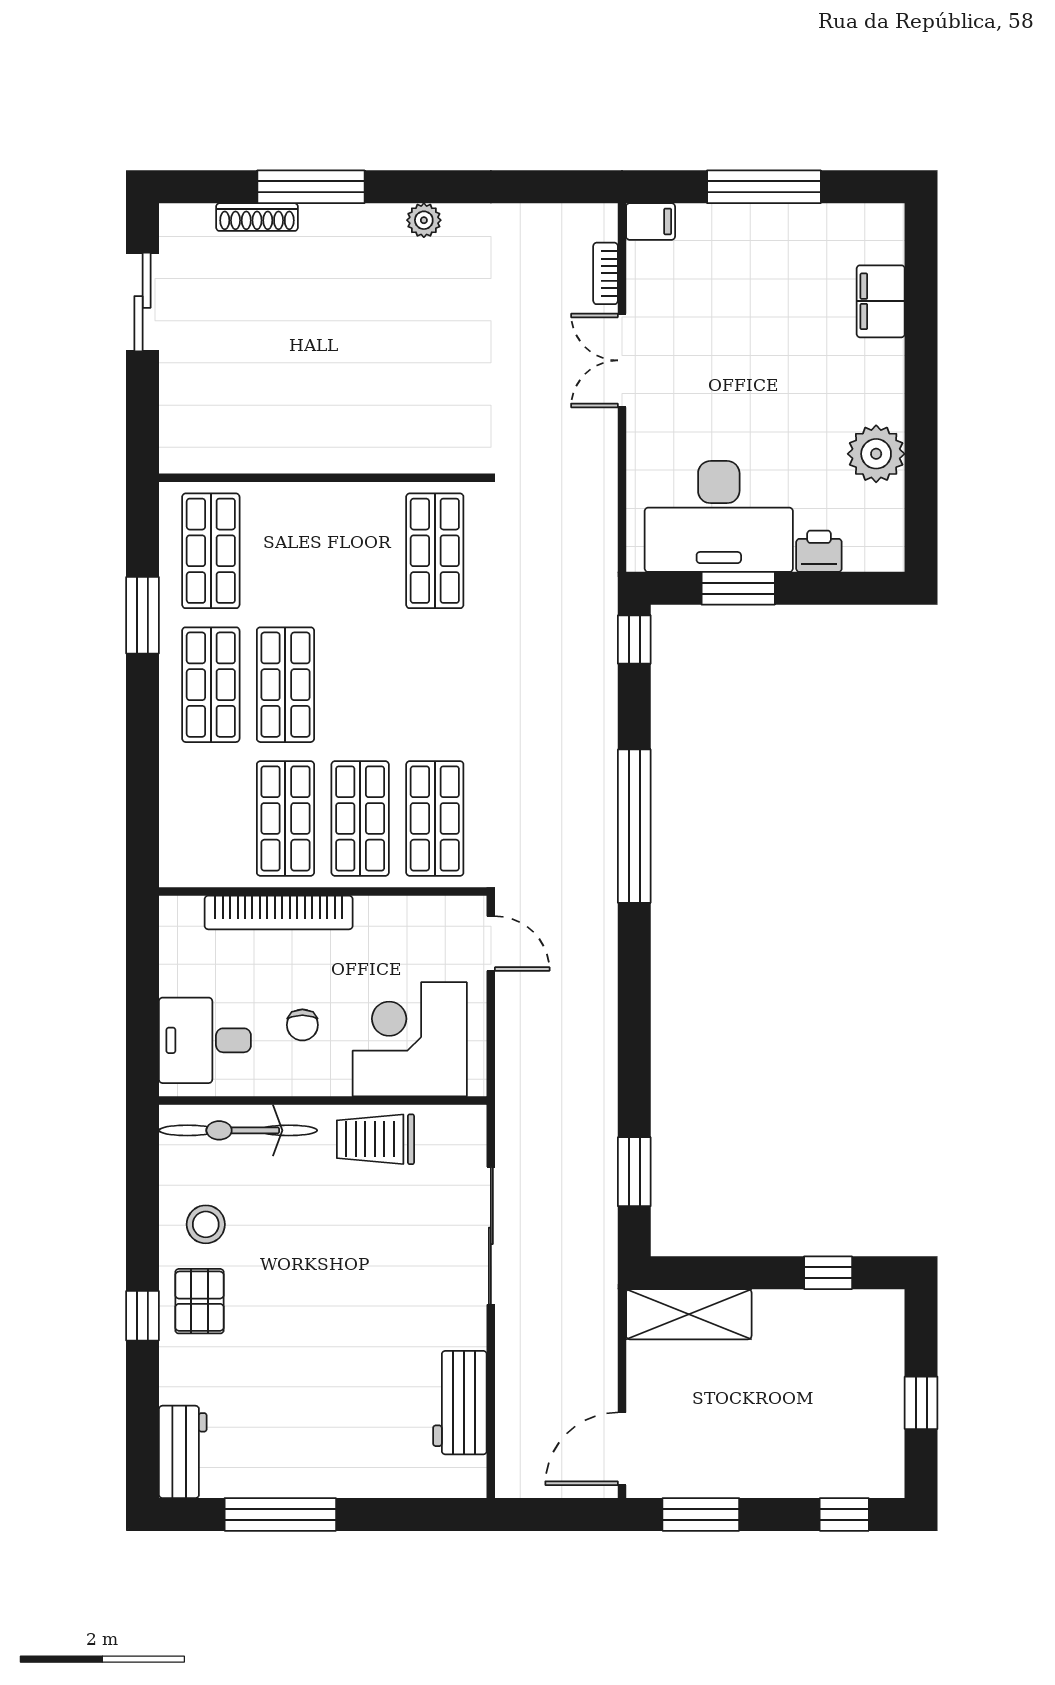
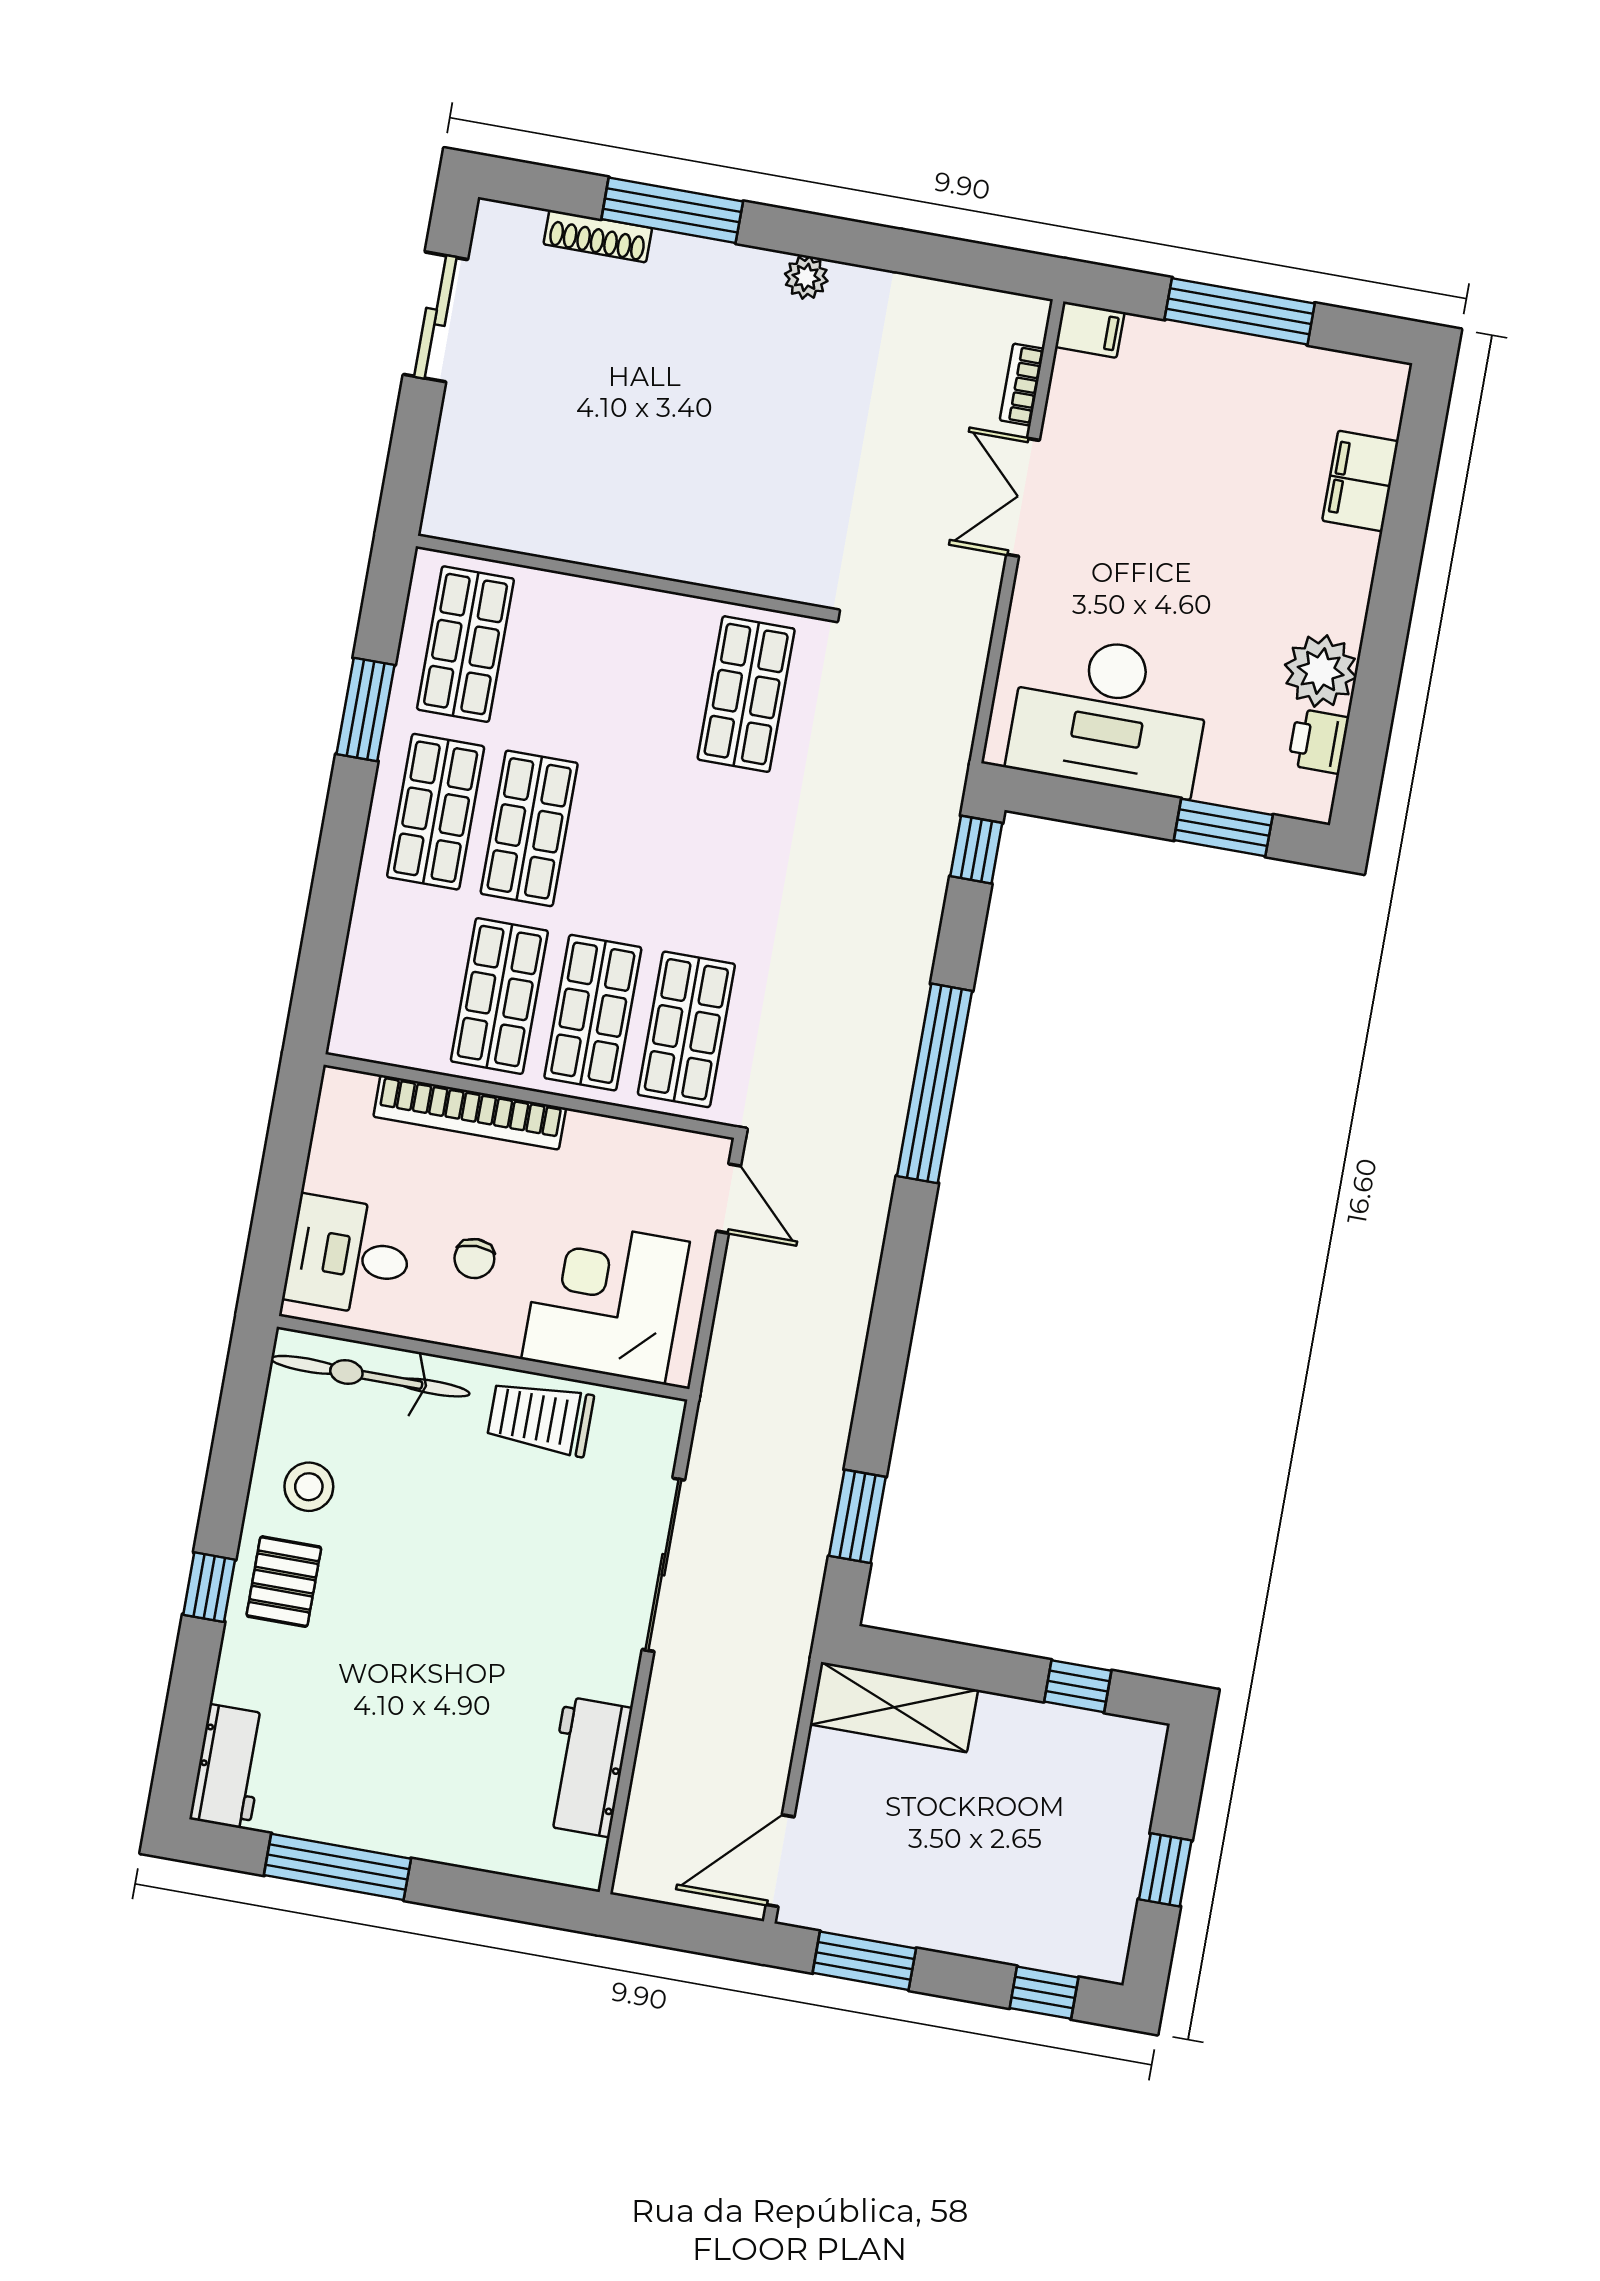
printer: (819, 551) -> (1318, 741), moved, turned -90
window: (738, 588) -> (1223, 828), moved

